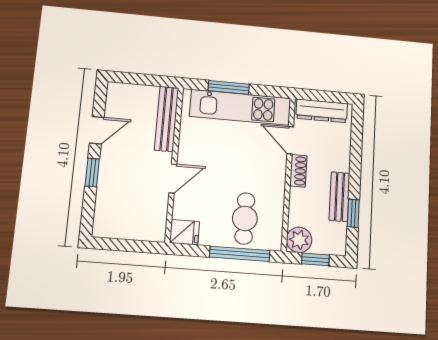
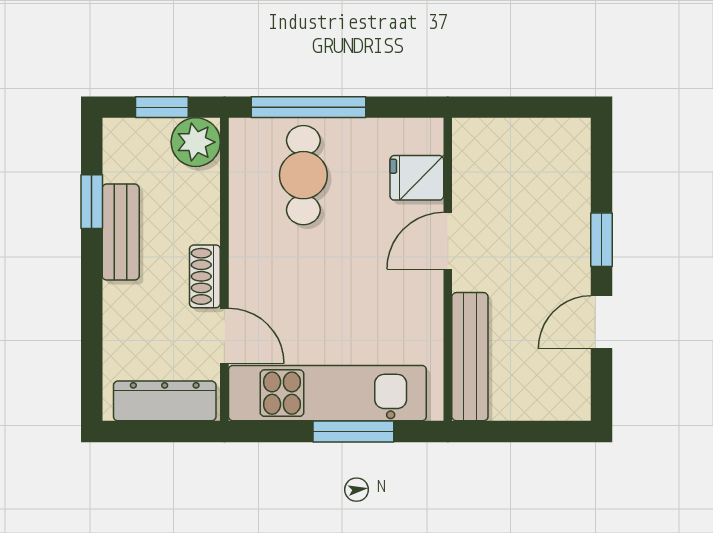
fridge: (185, 232) -> (417, 178), moved

